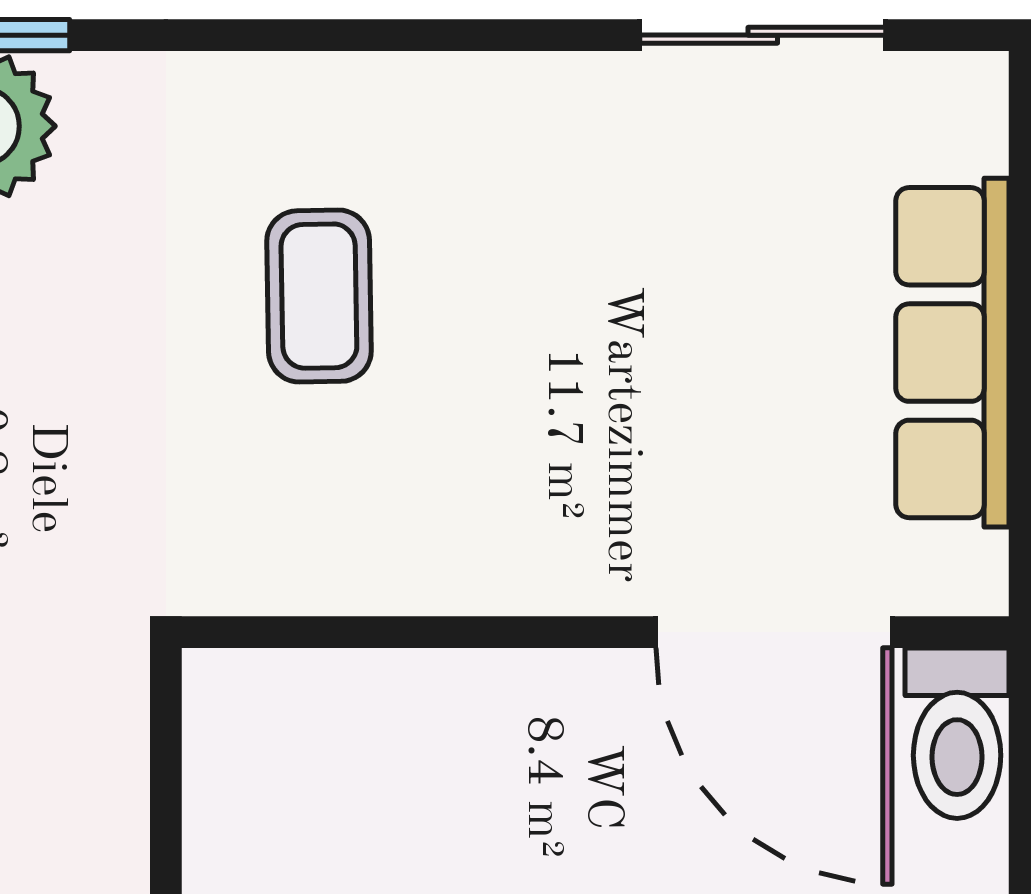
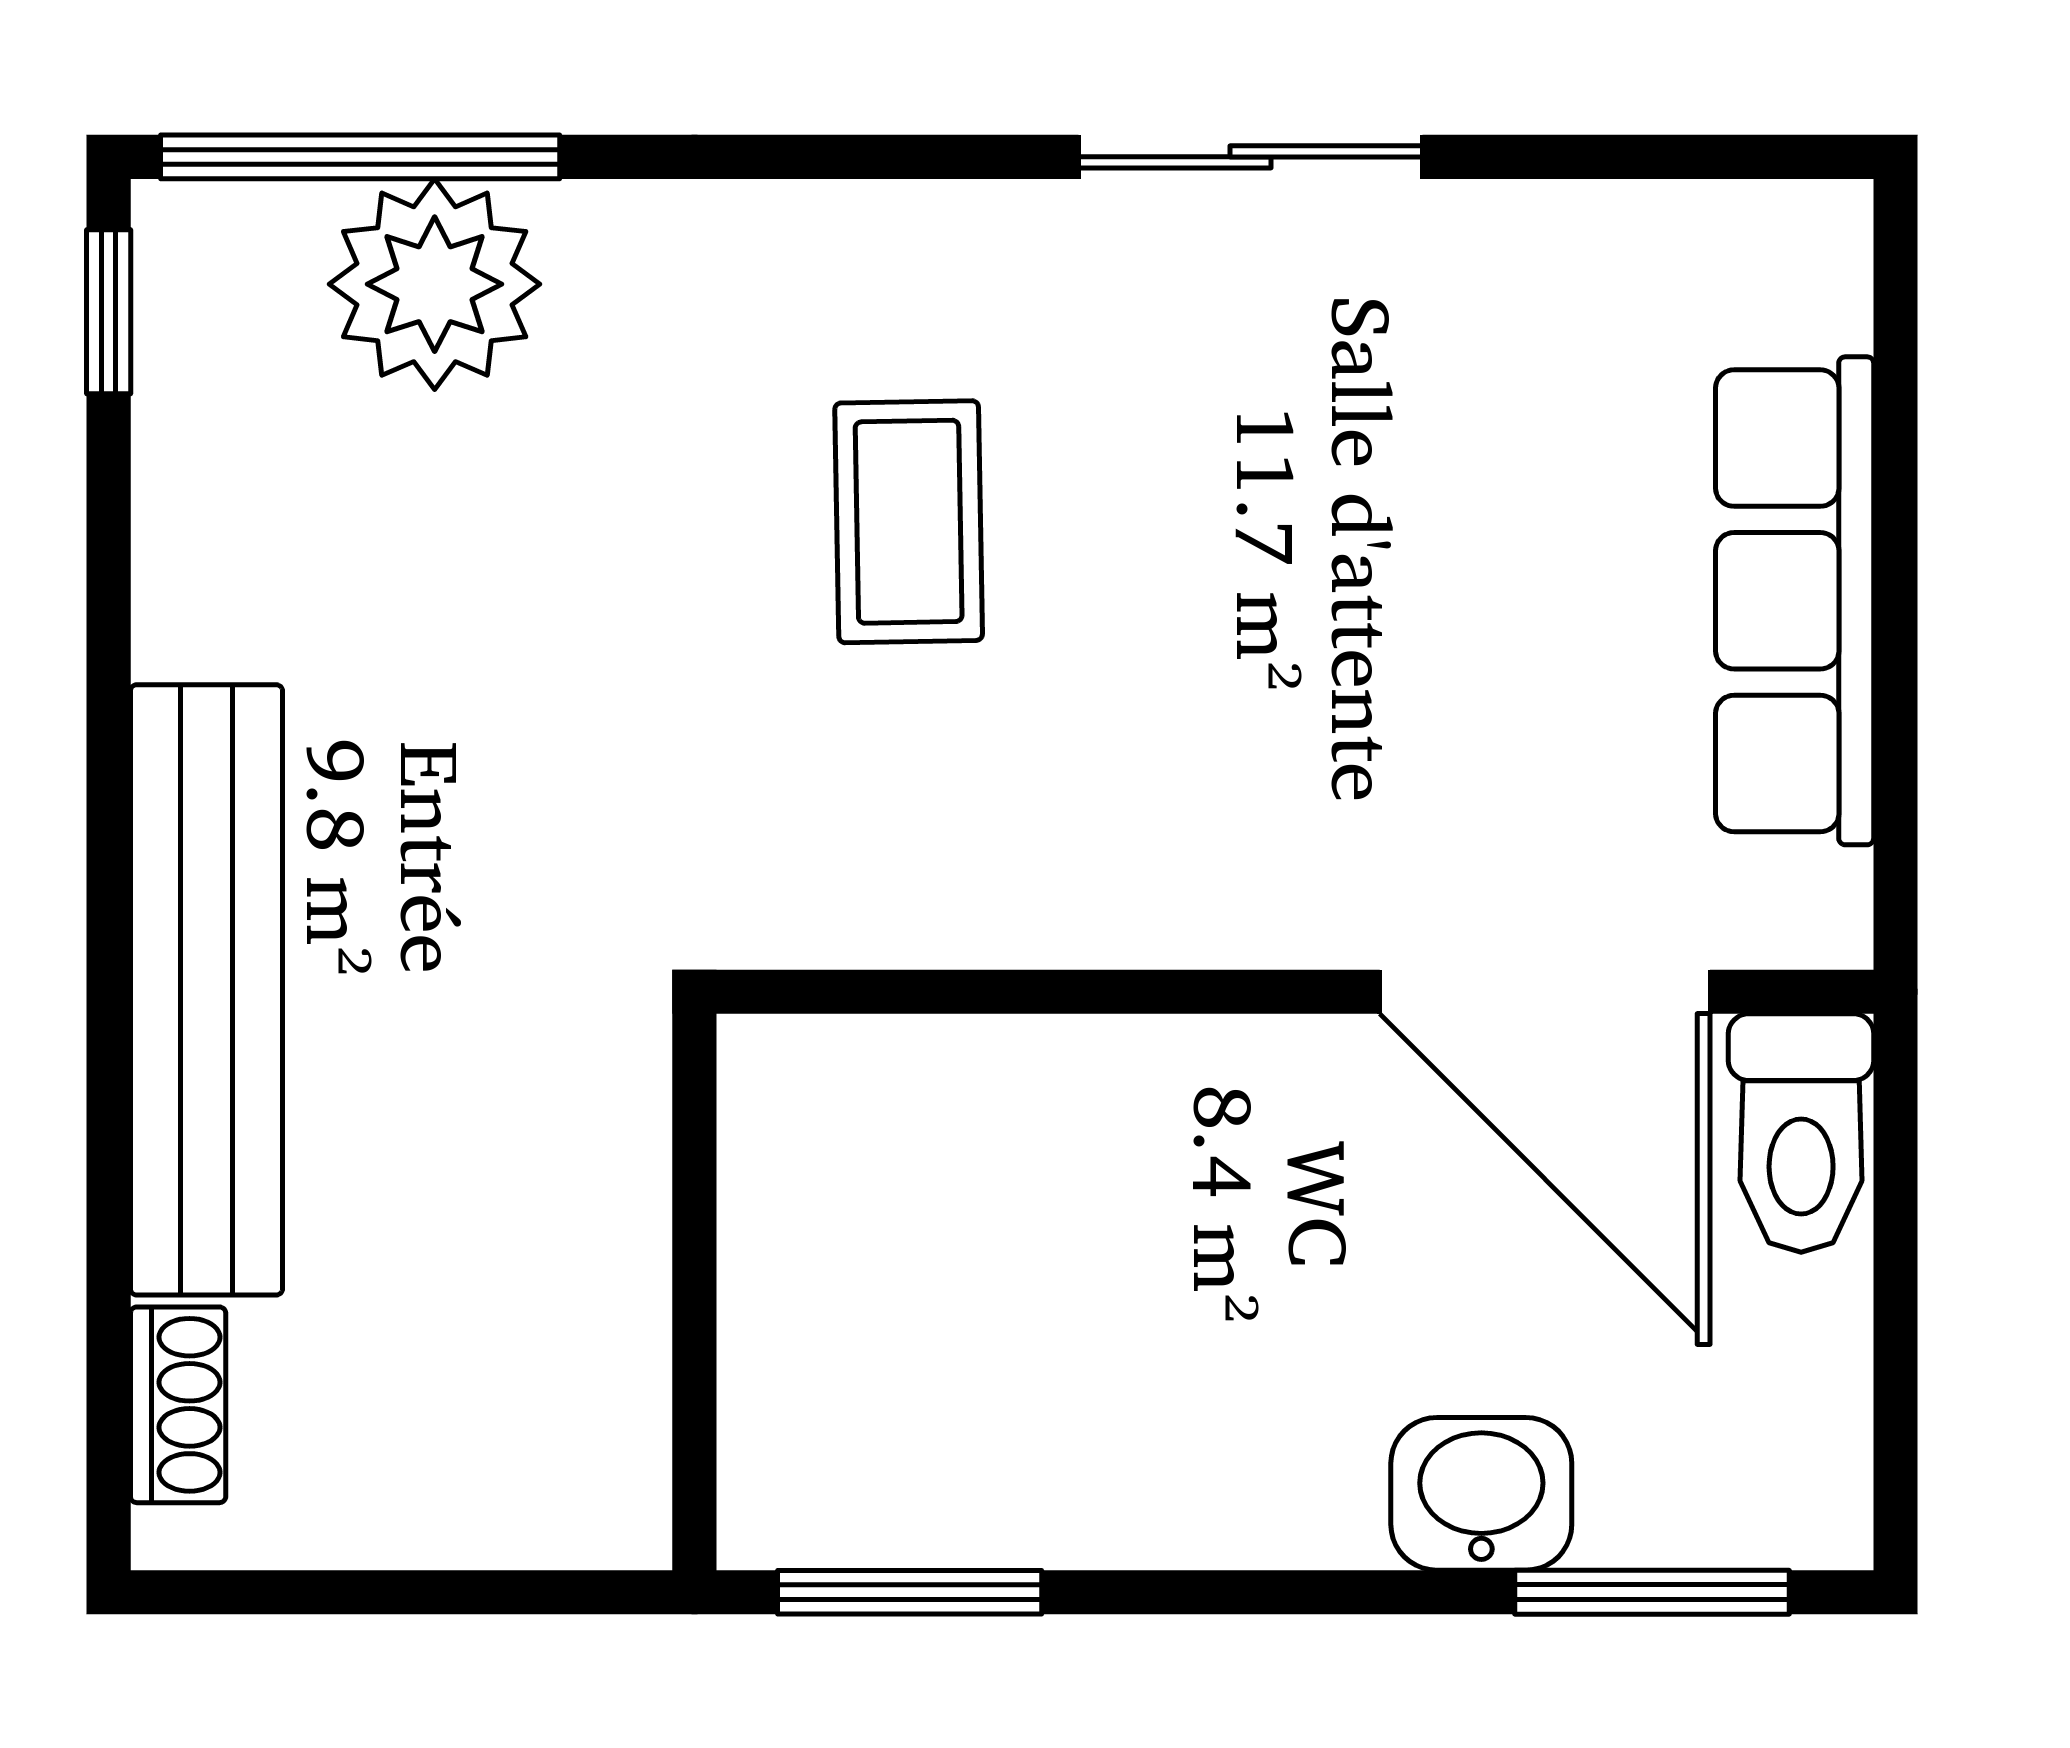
sliding door: (763, 35) -> (1251, 157), moved

